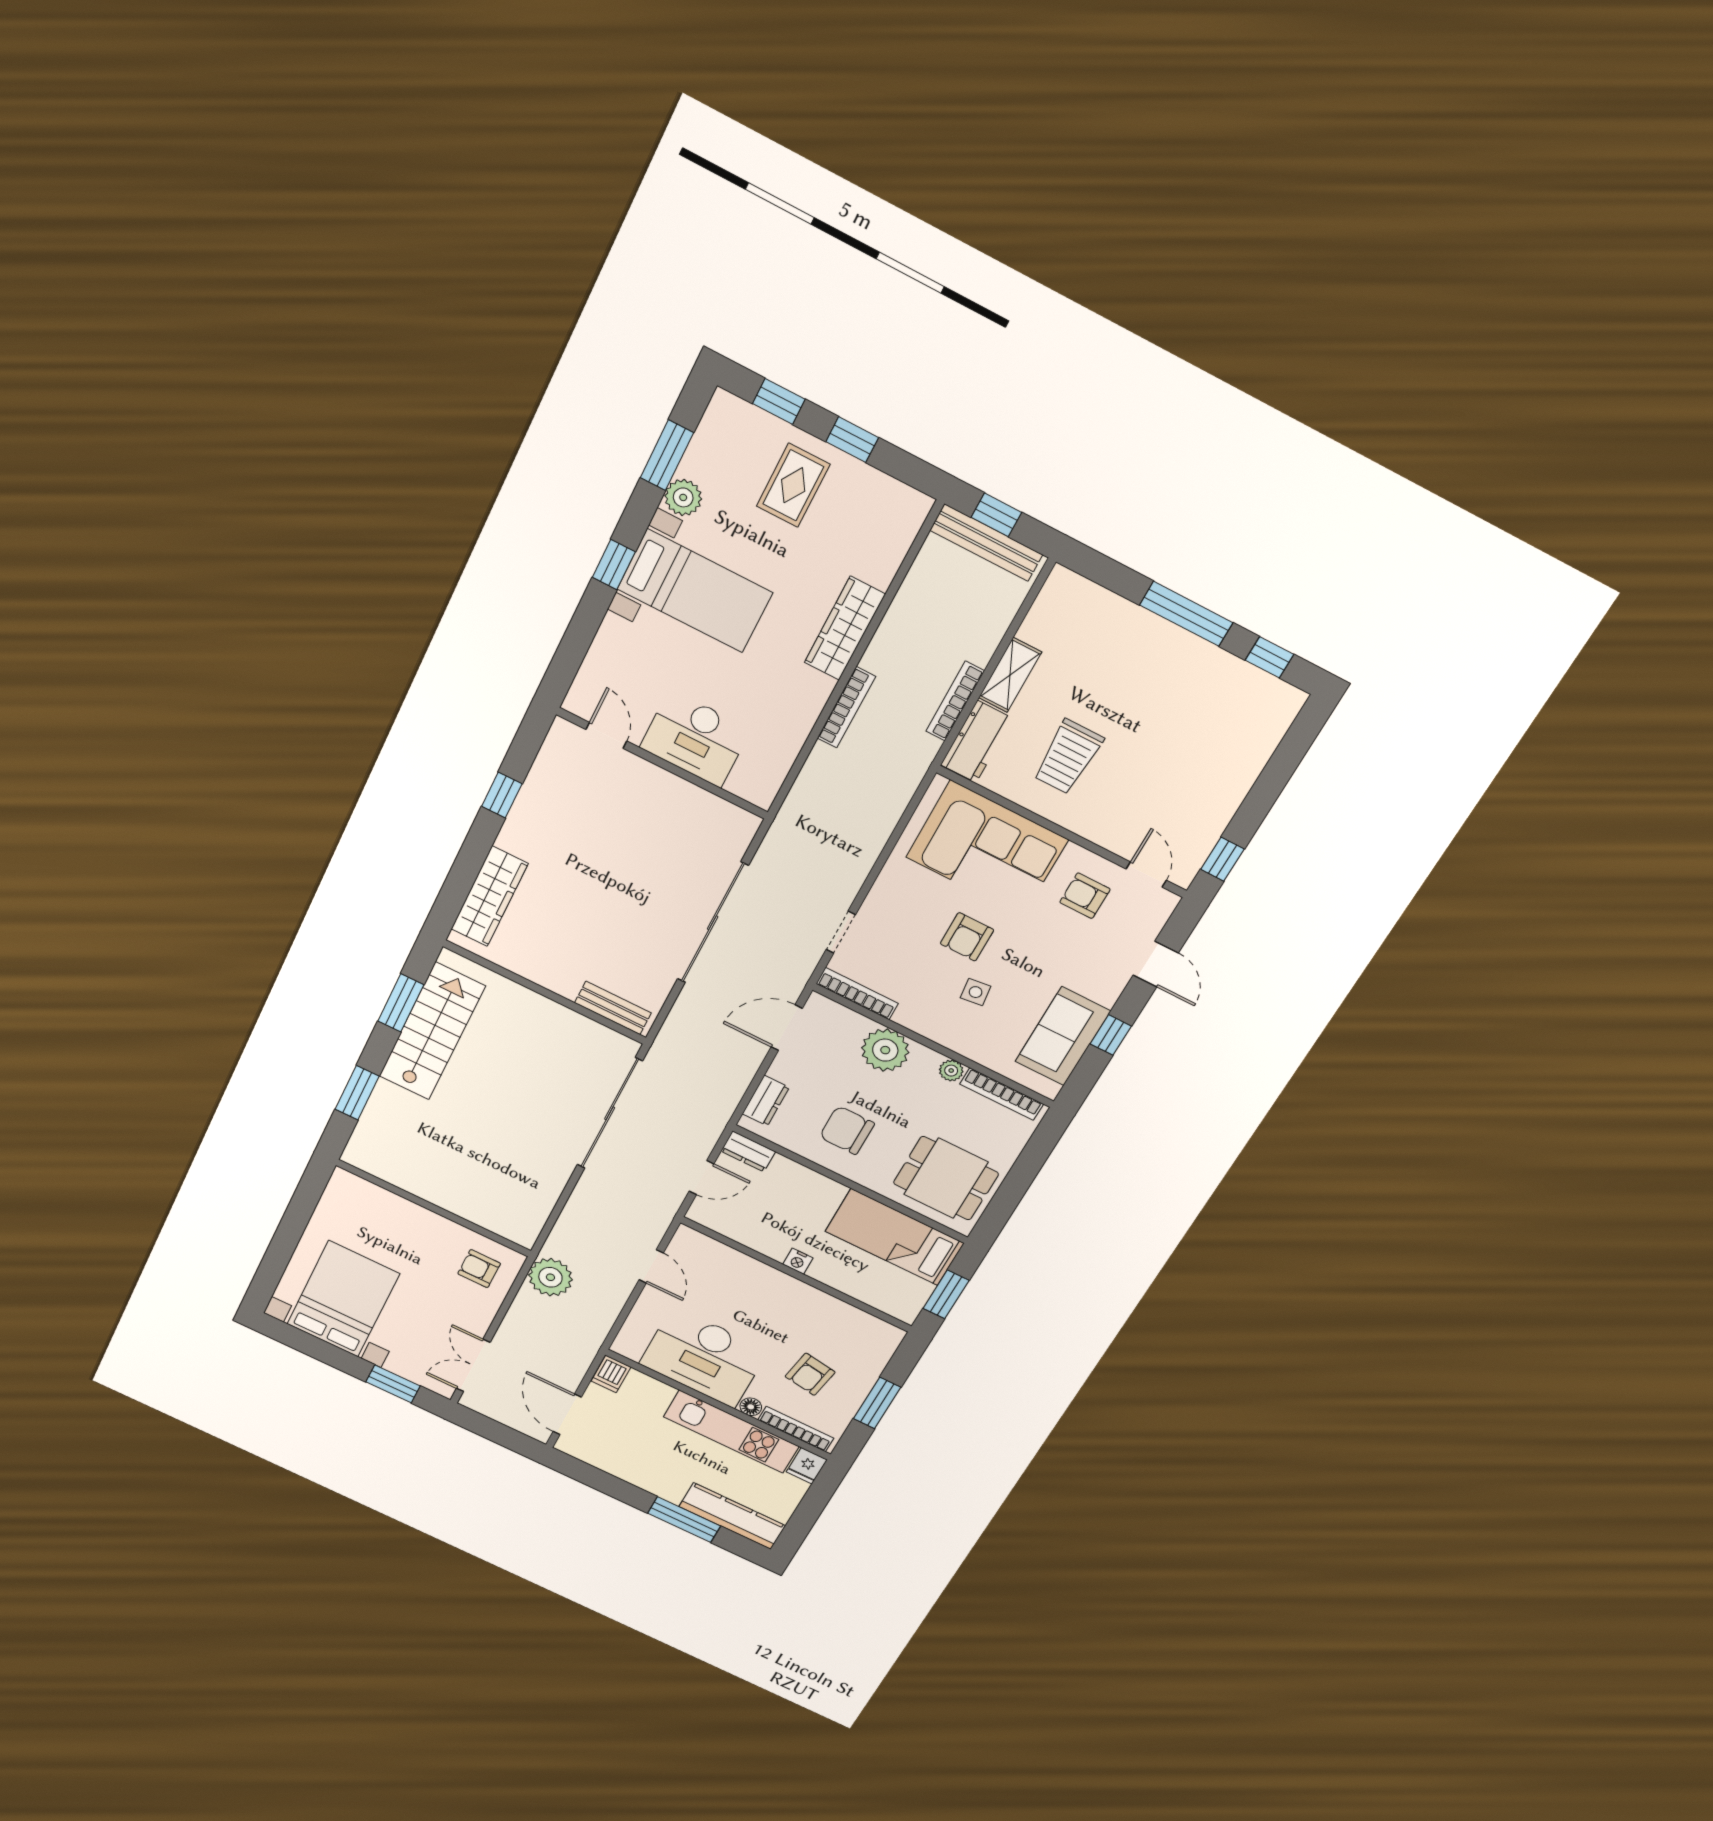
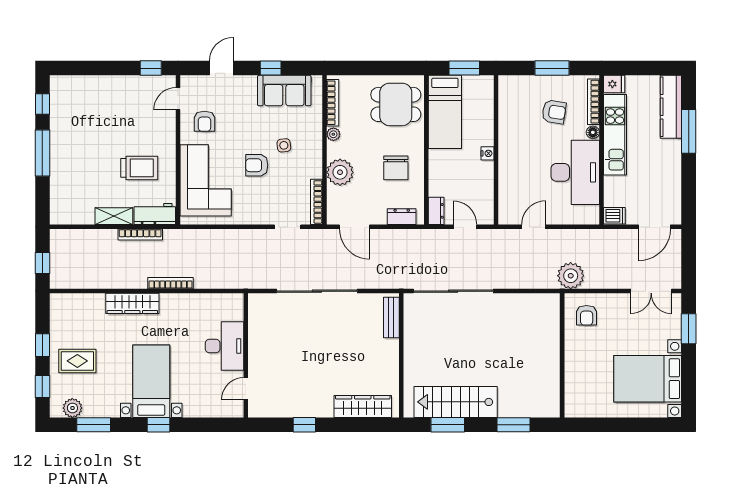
plant: (683, 497) -> (72, 408), moved
bench: (986, 543) -> (58, 261), removed
armchair: (967, 937) -> (257, 165), turned 180
dining table: (946, 1178) -> (396, 104), turned 90

